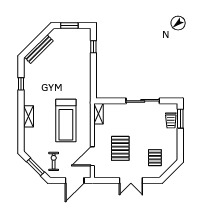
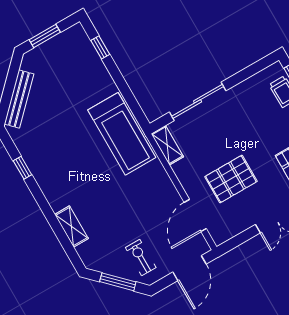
sliding door: (143, 101) -> (198, 101), moved
shelving: (28, 116) -> (71, 226), moved
treadmill: (66, 120) -> (122, 134), moved
pallet: (120, 148) -> (231, 179), turned 90

